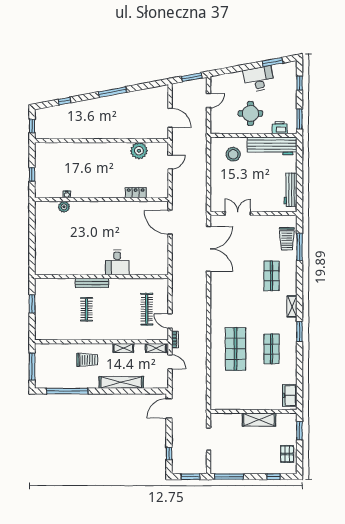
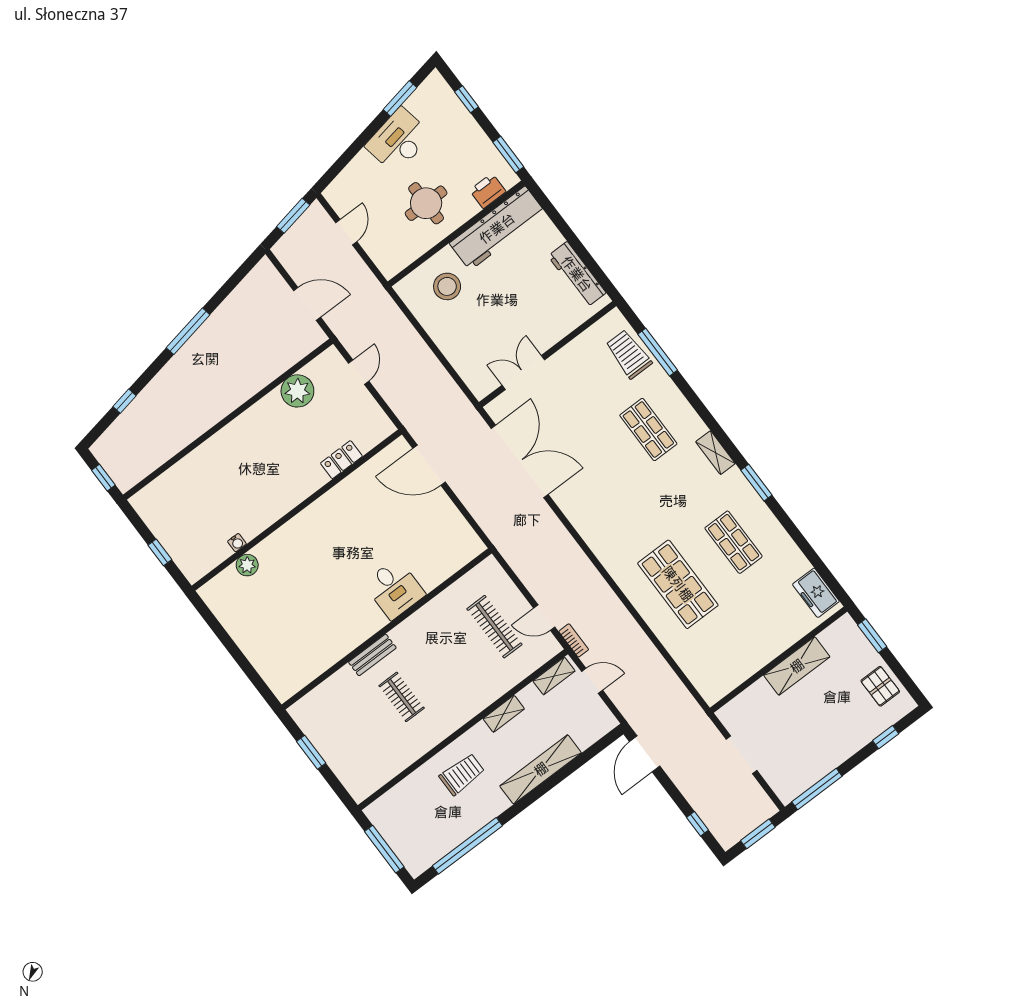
trolley: (287, 239) -> (629, 354), turned 180
bench: (92, 283) -> (372, 655), width x0.73

